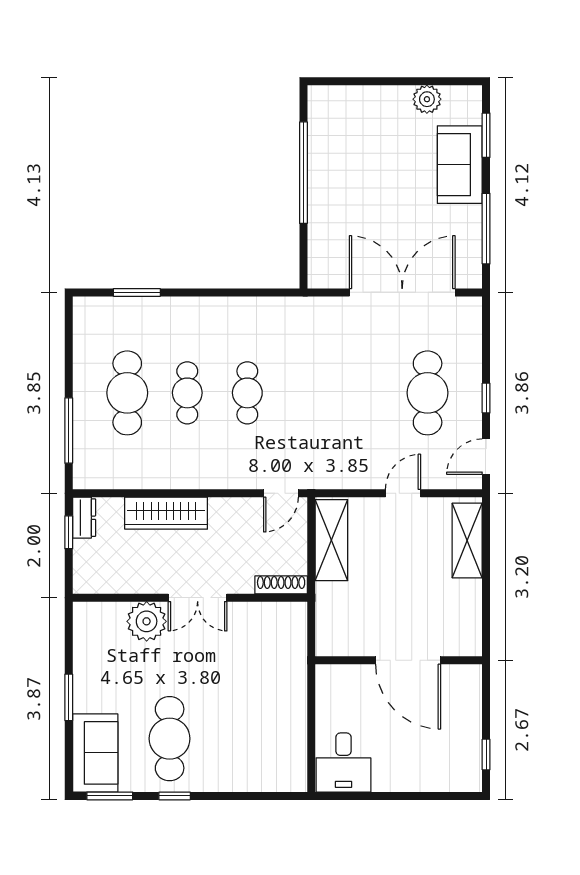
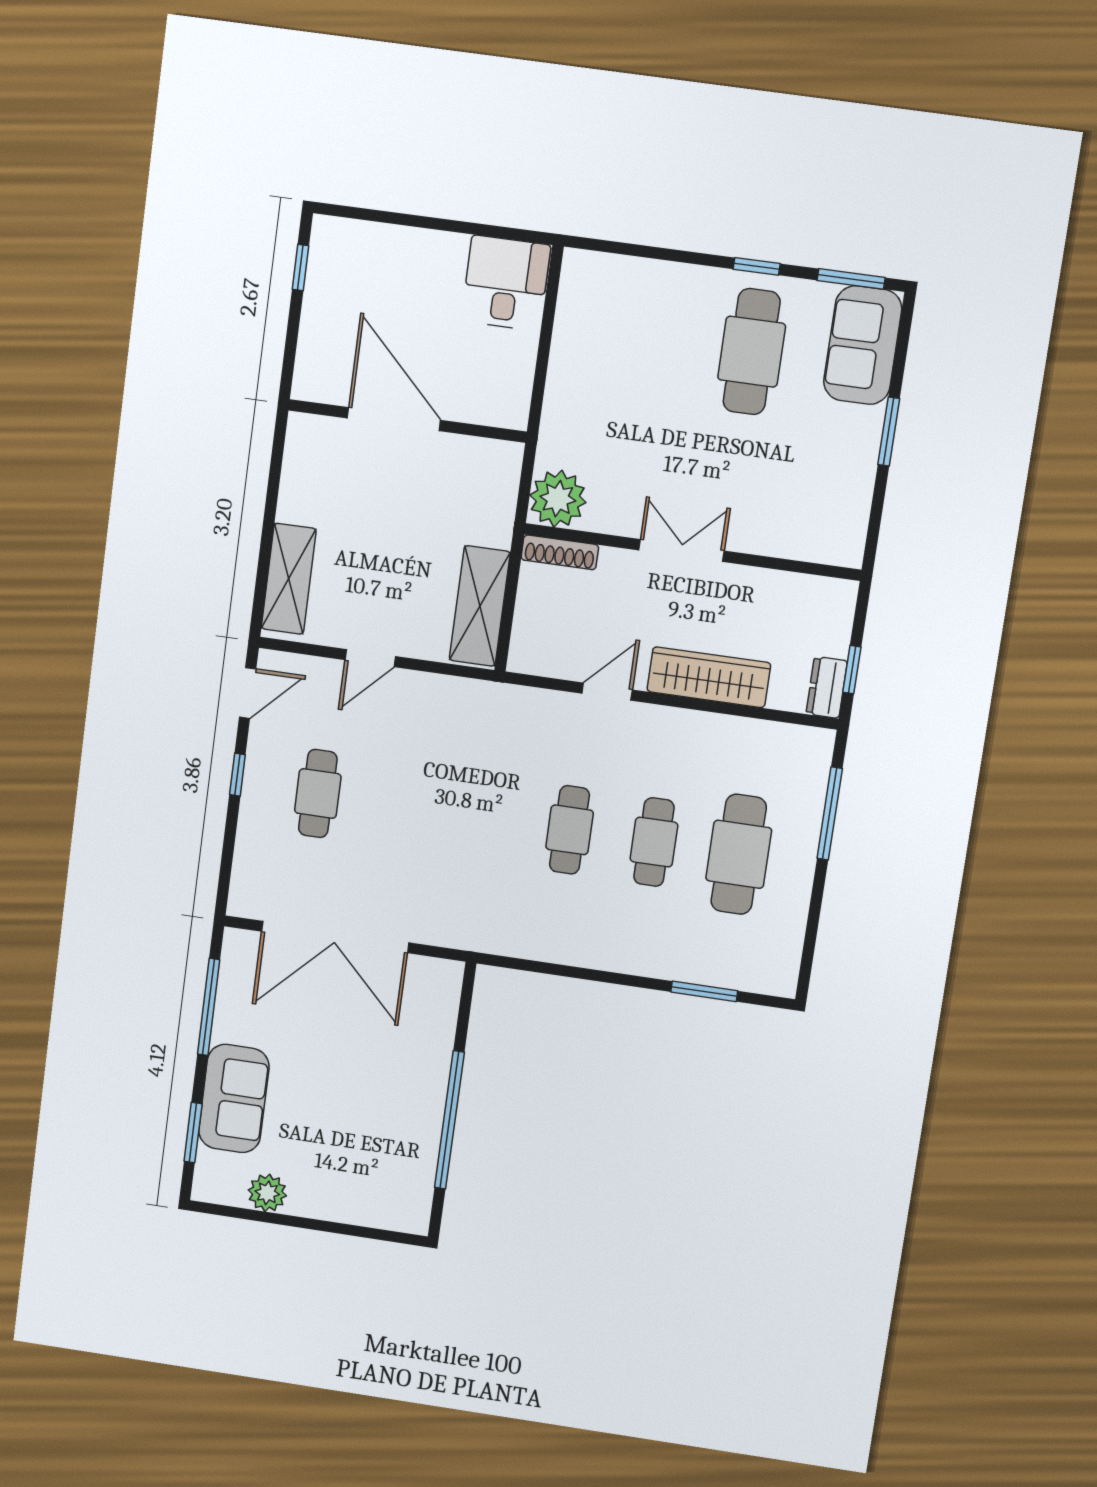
cafe table: (428, 393) -> (318, 794), width x0.73, depth x0.74
door: (281, 493) -> (607, 692), moved
plant: (147, 621) -> (558, 499), moved

